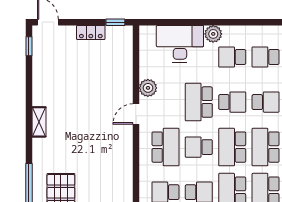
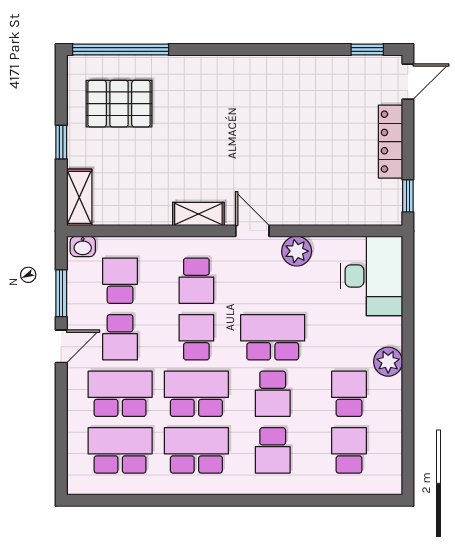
locker: (91, 33) -> (390, 142), width x1.53
desk: (180, 44) -> (371, 276), moved
shelving: (39, 122) -> (198, 214), moved
school desk: (165, 147) -> (196, 281), width x0.54

